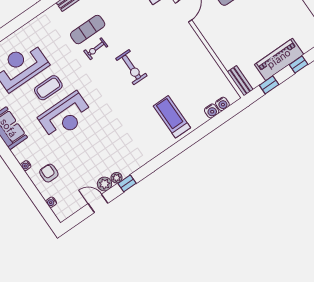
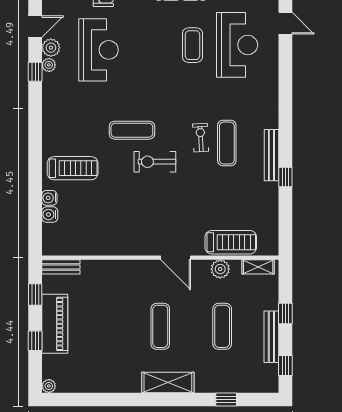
coffee table: (48, 88) -> (192, 45), moved
exercise mat: (121, 96) -> (132, 130), added
water cooler: (222, 104) -> (49, 198), moved
reception desk: (65, 116) -> (98, 50), moved, turned 180

